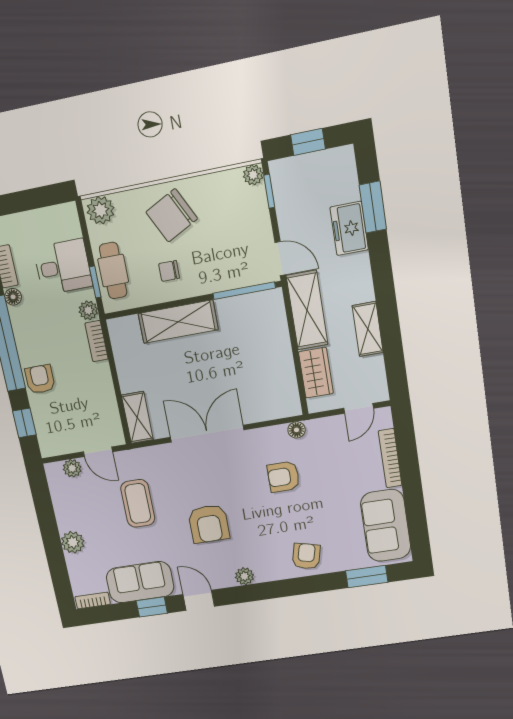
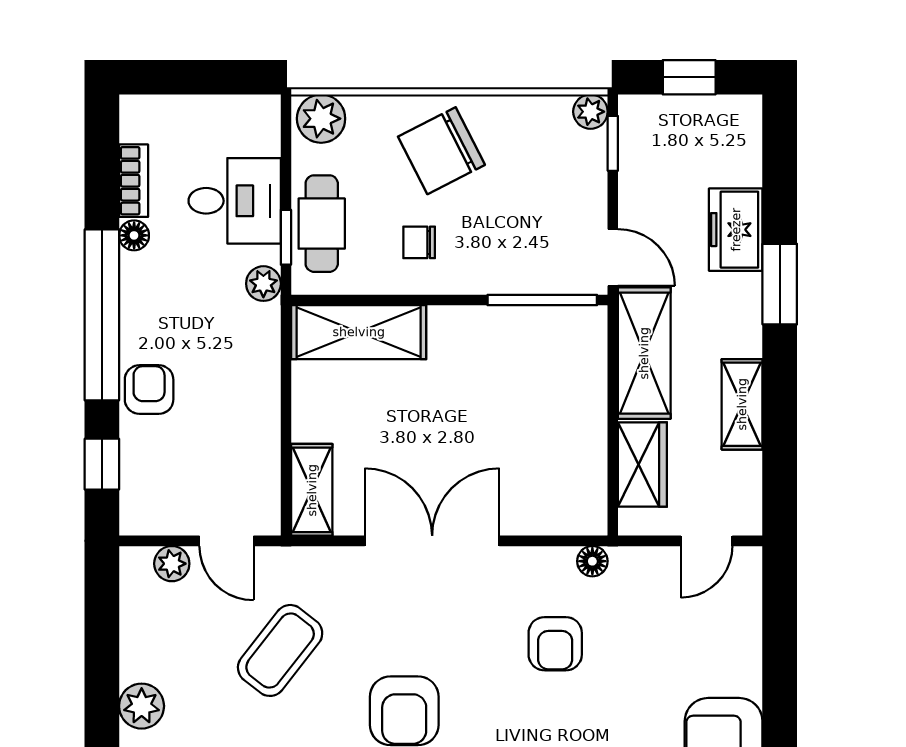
window: (373, 207) -> (780, 284), moved
shelving: (178, 322) -> (359, 332), moved
bookcase: (97, 341) -> (267, 340), removed
bookcase: (390, 458) -> (749, 641), removed
armchair: (283, 477) -> (555, 644), turned -90
coffee table: (138, 503) -> (280, 650), turned 38

